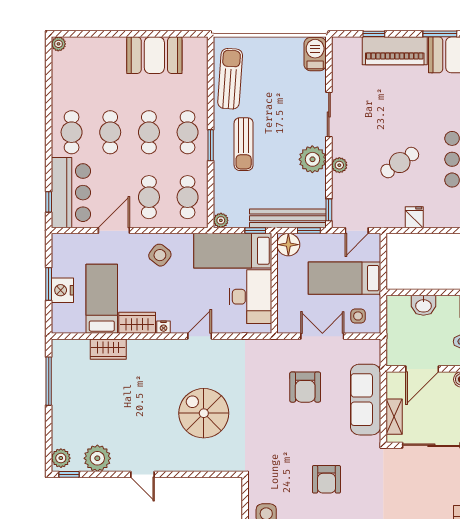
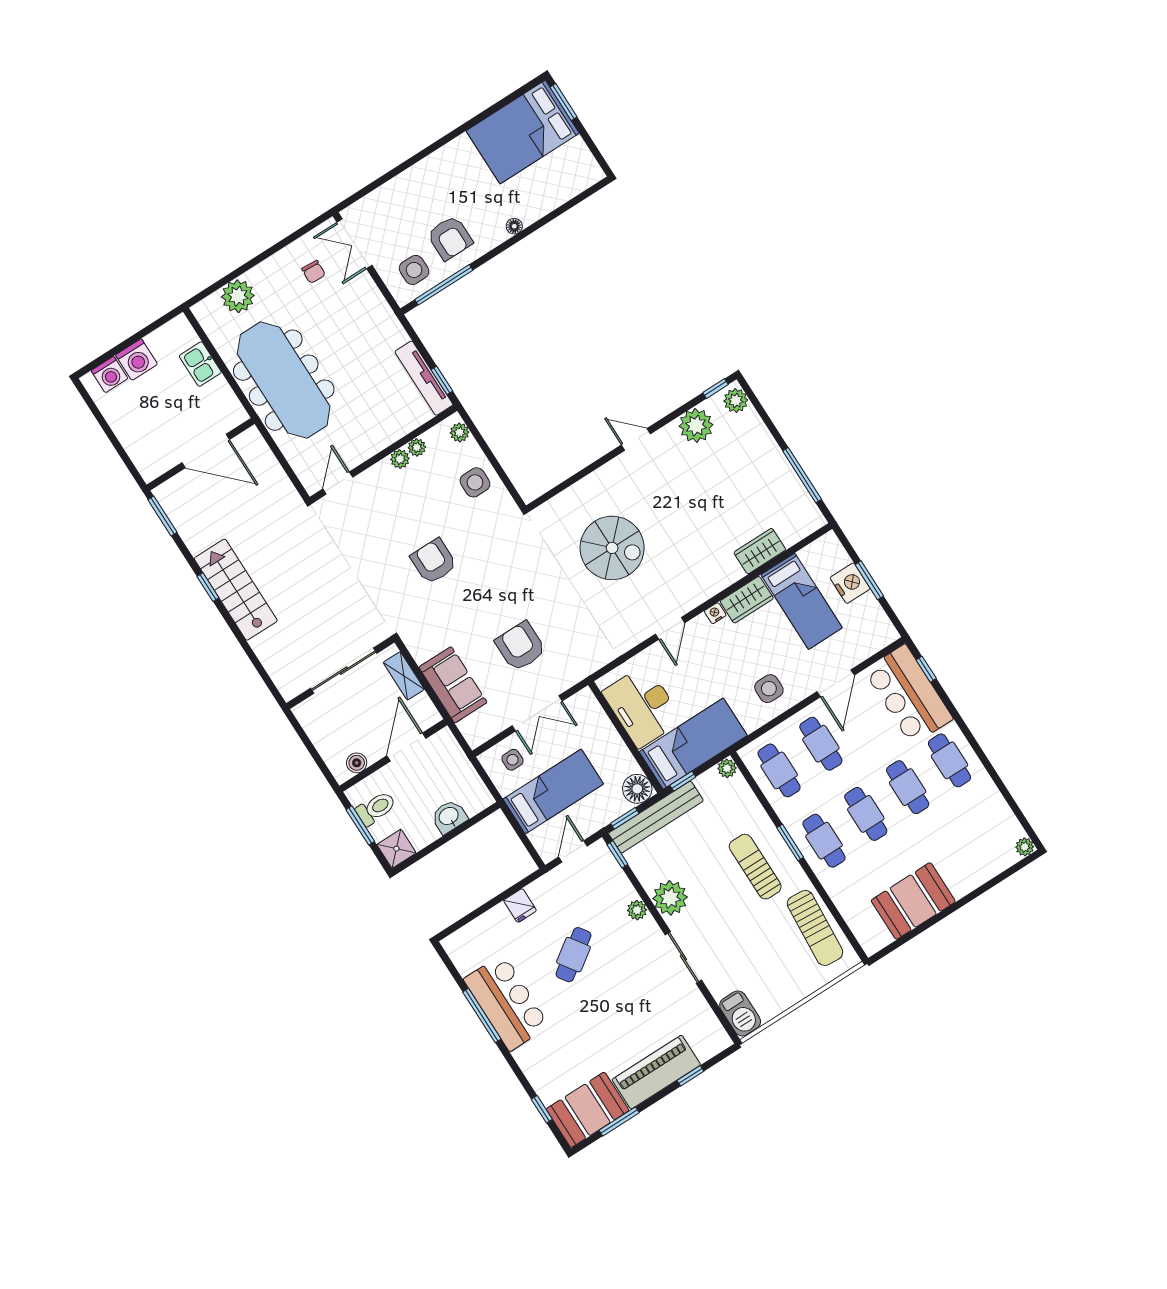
side table: (160, 255) -> (769, 689), turned -38
sofa: (366, 400) -> (453, 685), width x0.73

